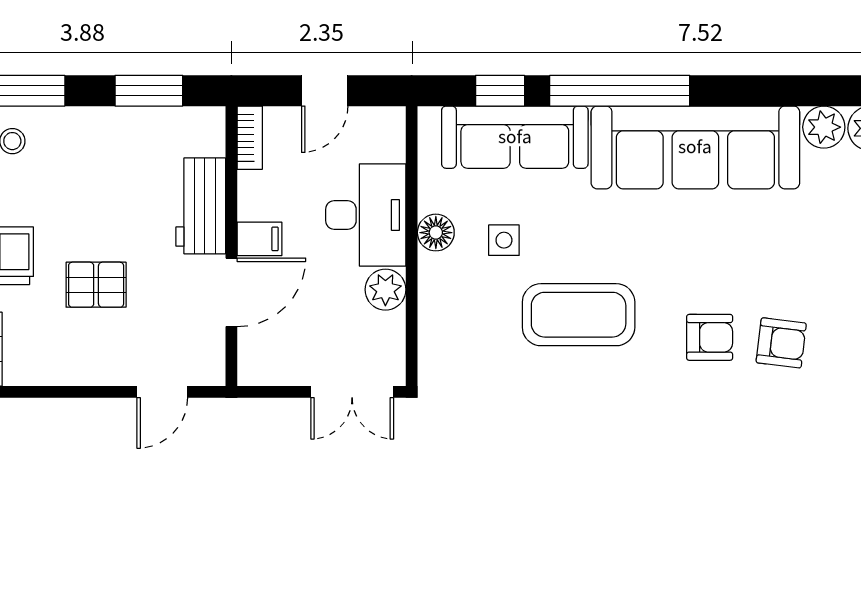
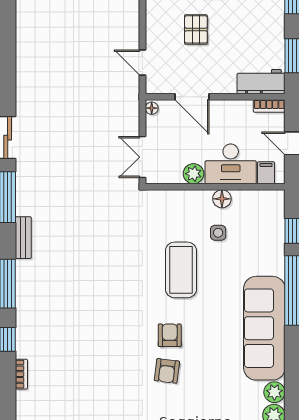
sofa: (515, 137) -> (269, 238), removed
workbench: (201, 206) -> (261, 82), moved
filing cabinet: (259, 239) -> (266, 173), moved, turned 180
armchair: (710, 337) -> (170, 335), turned 180
floor lamp: (254, 373) -> (152, 108), added

